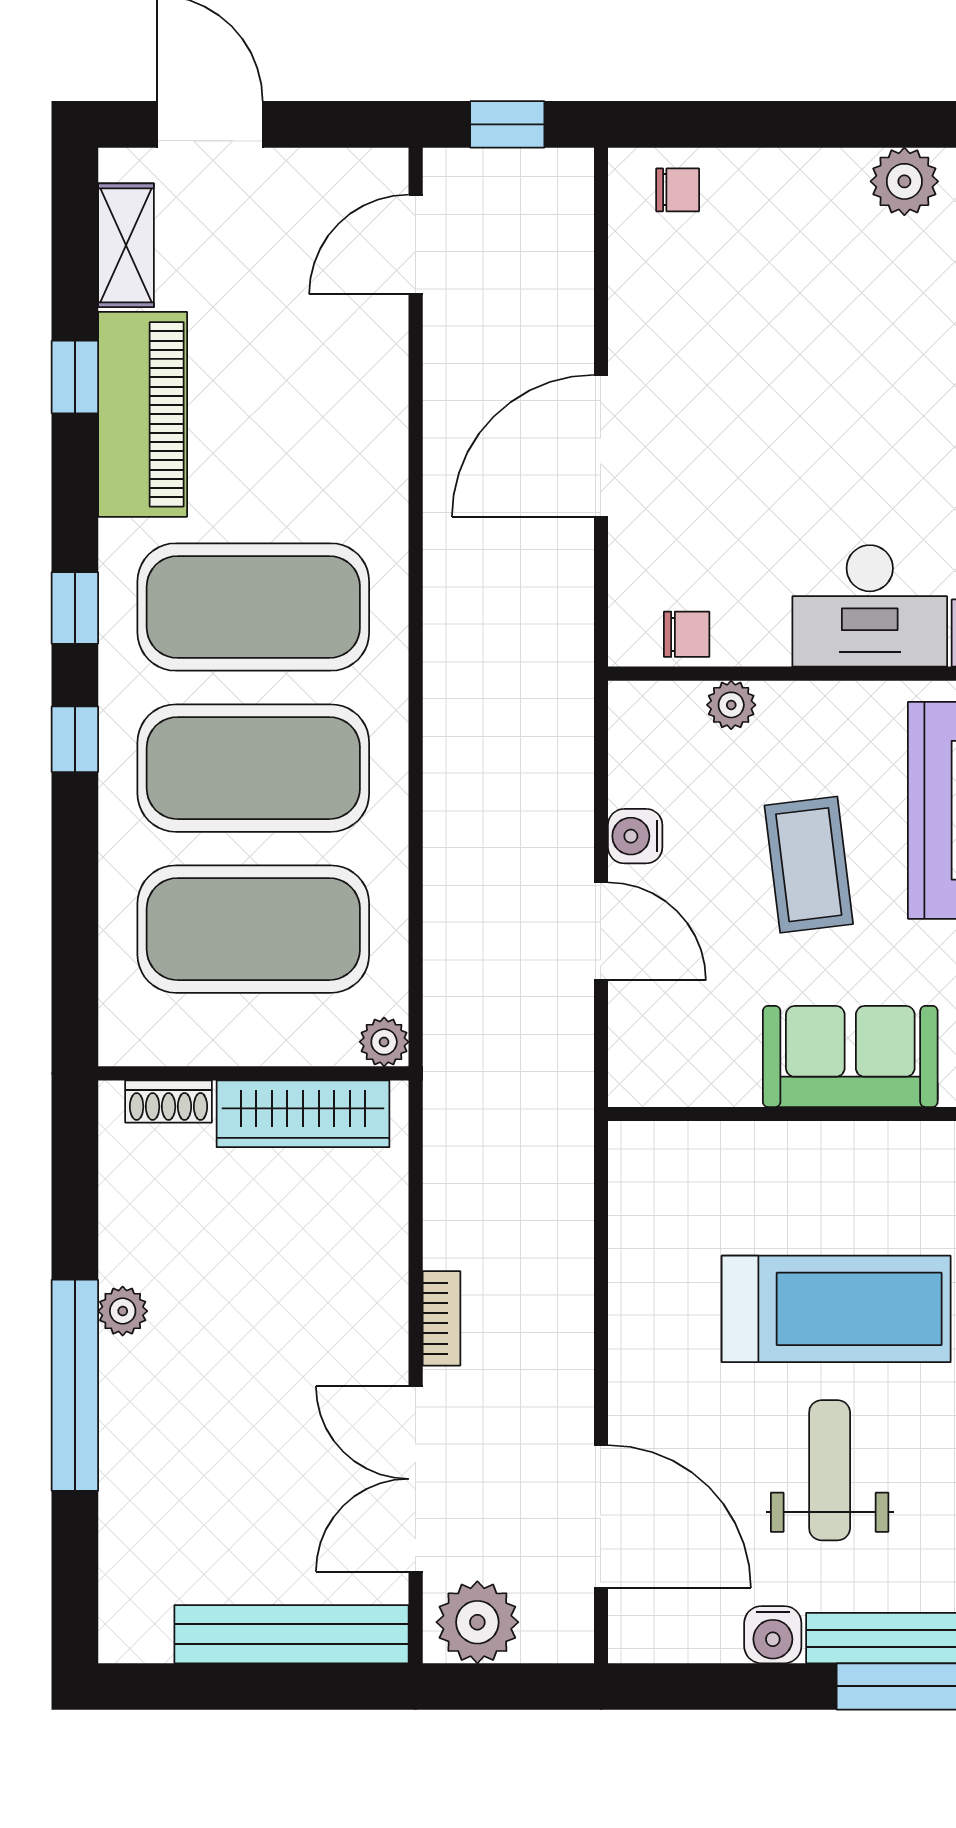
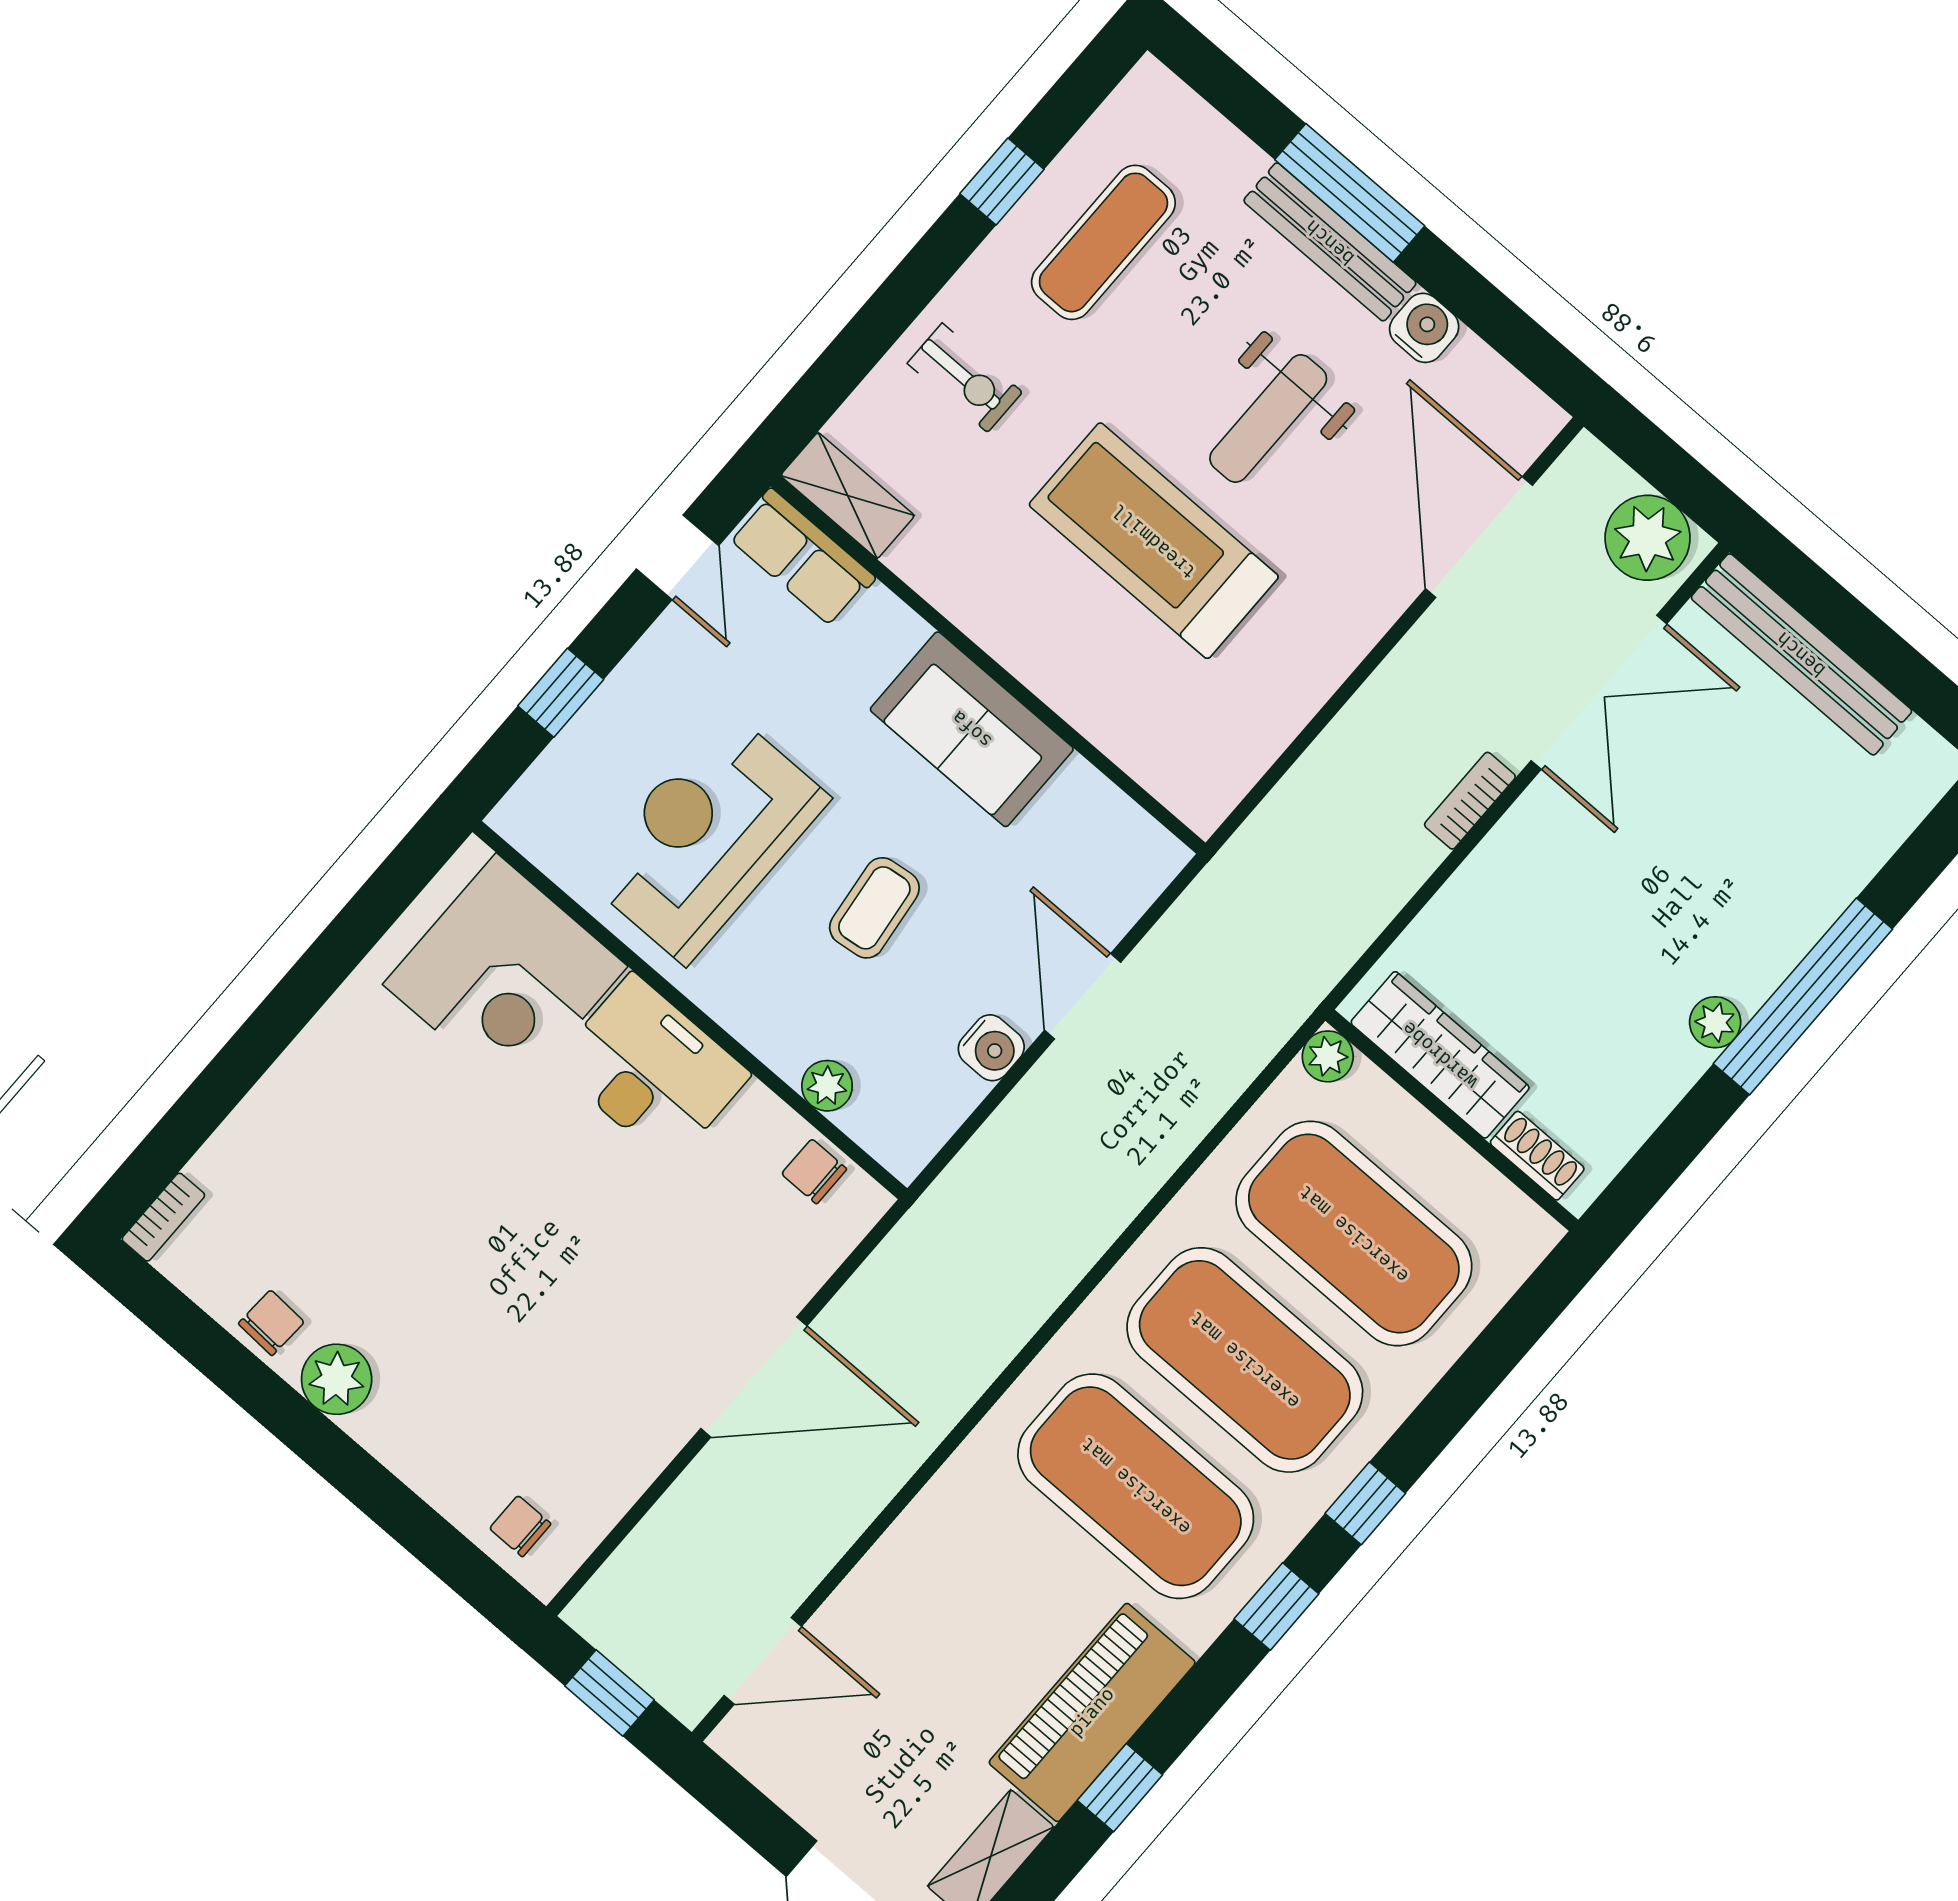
coffee table: (809, 865) -> (874, 908), width x0.73, depth x0.77

